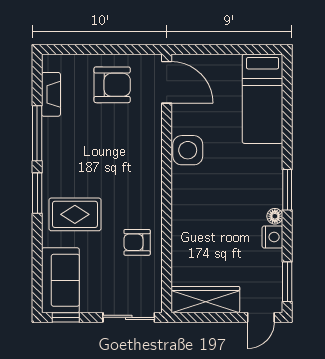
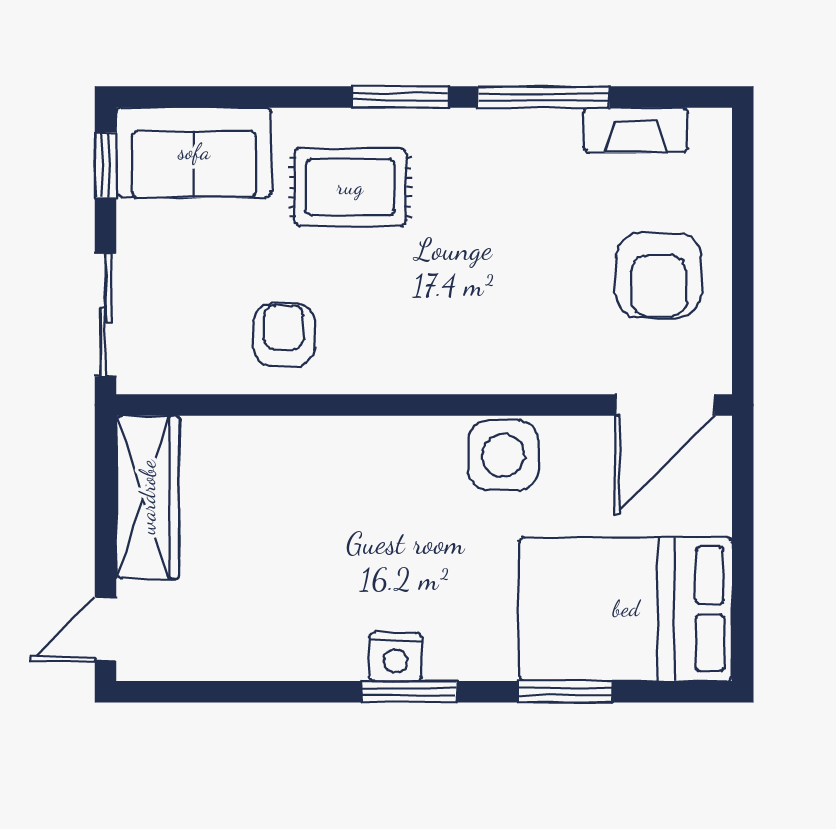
bed: (263, 99) -> (626, 609), width x1.50
rug: (75, 214) -> (350, 187), turned 90
floor lamp: (275, 216) -> (346, 662), removed
nightstand: (272, 237) -> (395, 657), moved
window: (287, 282) -> (565, 692), moved
door: (261, 317) -> (106, 629), hinge flipped

